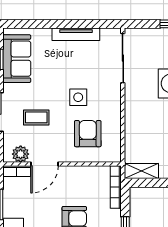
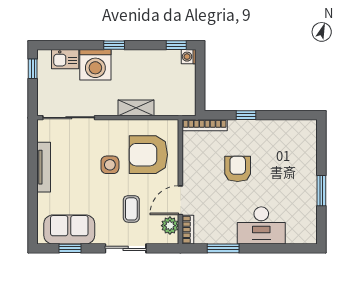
armchair: (88, 134) -> (148, 155), width x1.36, depth x1.36
door: (44, 164) -> (180, 200), swing flipped
shelving: (141, 171) -> (136, 108), moved, turned 90

